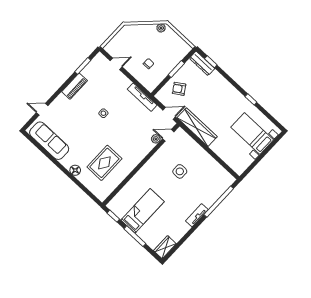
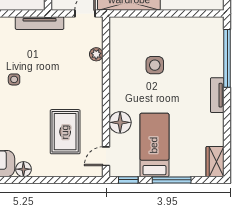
door: (168, 135) -> (106, 156), moved
floor lamp: (75, 170) -> (23, 169), moved
floor lamp: (136, 184) -> (120, 122), added

